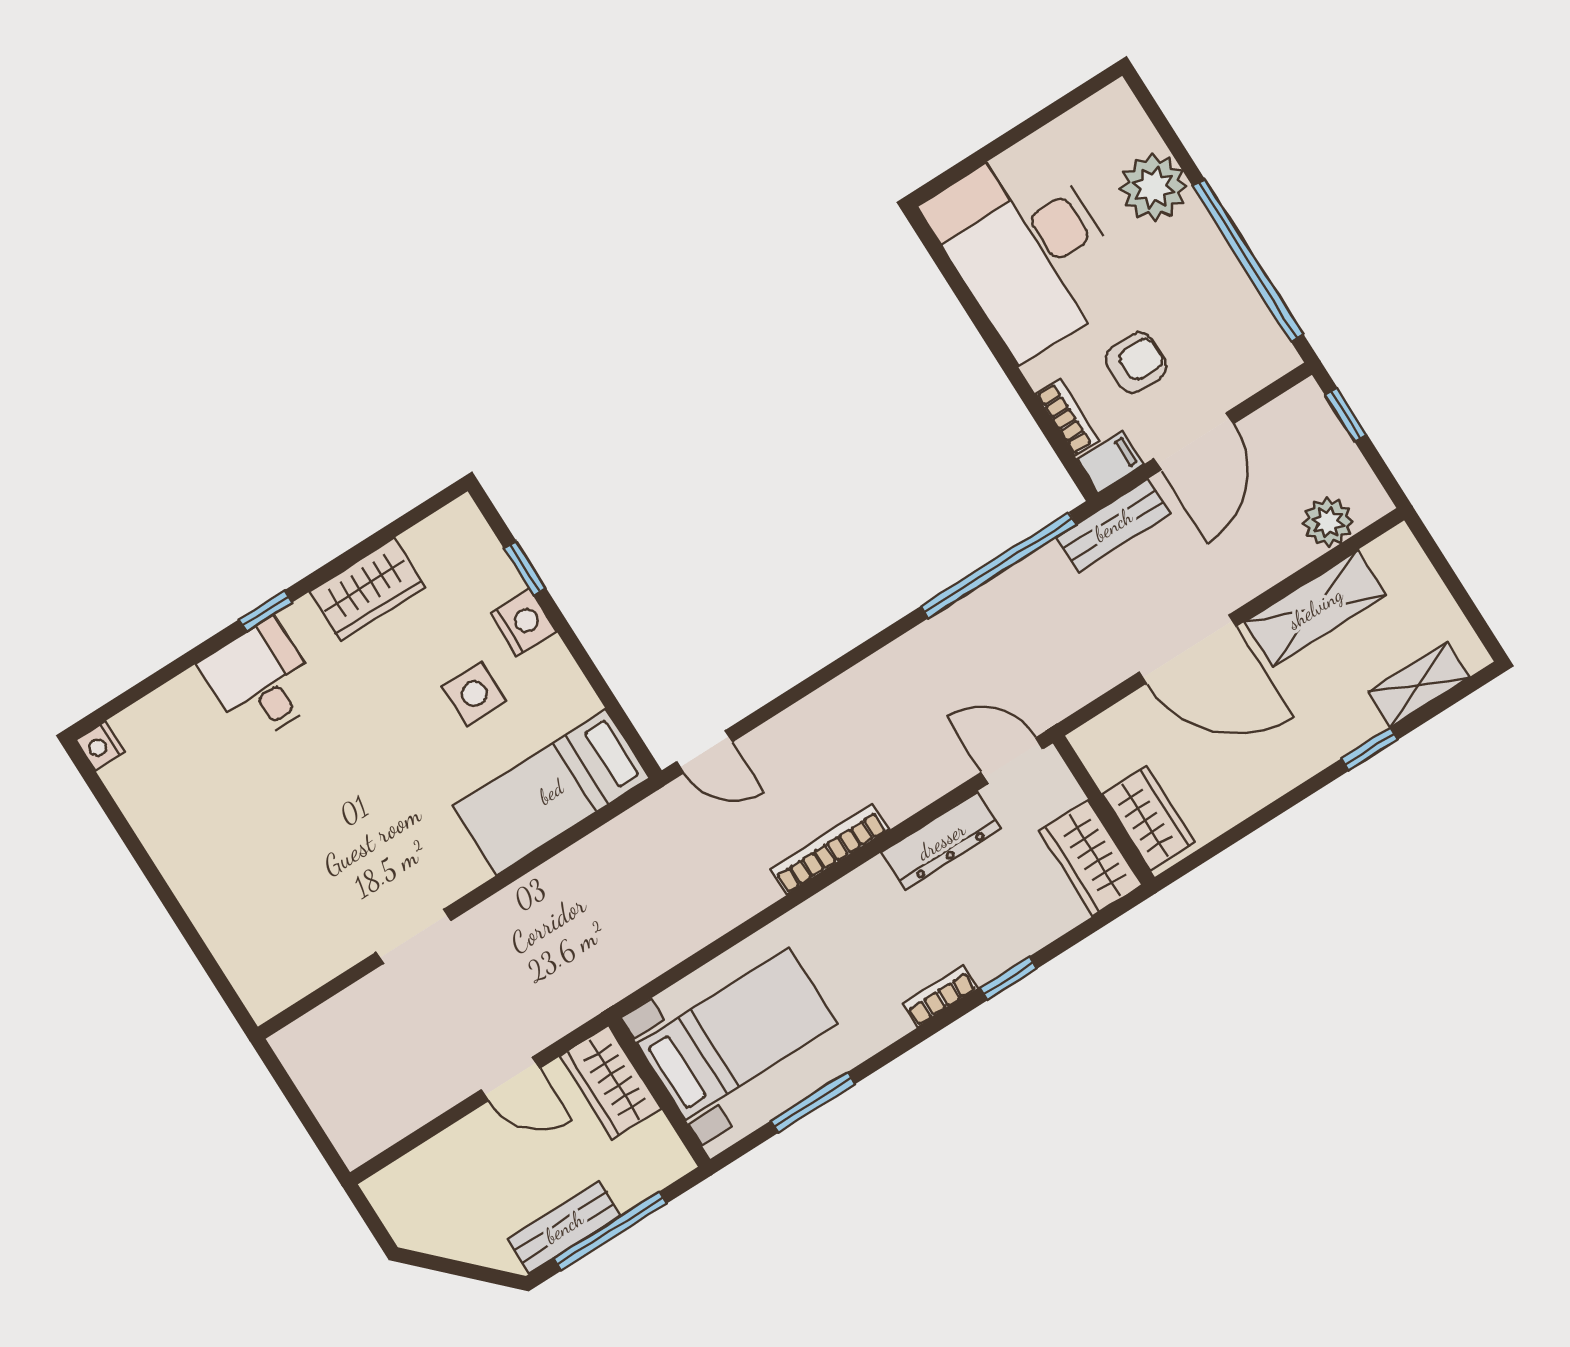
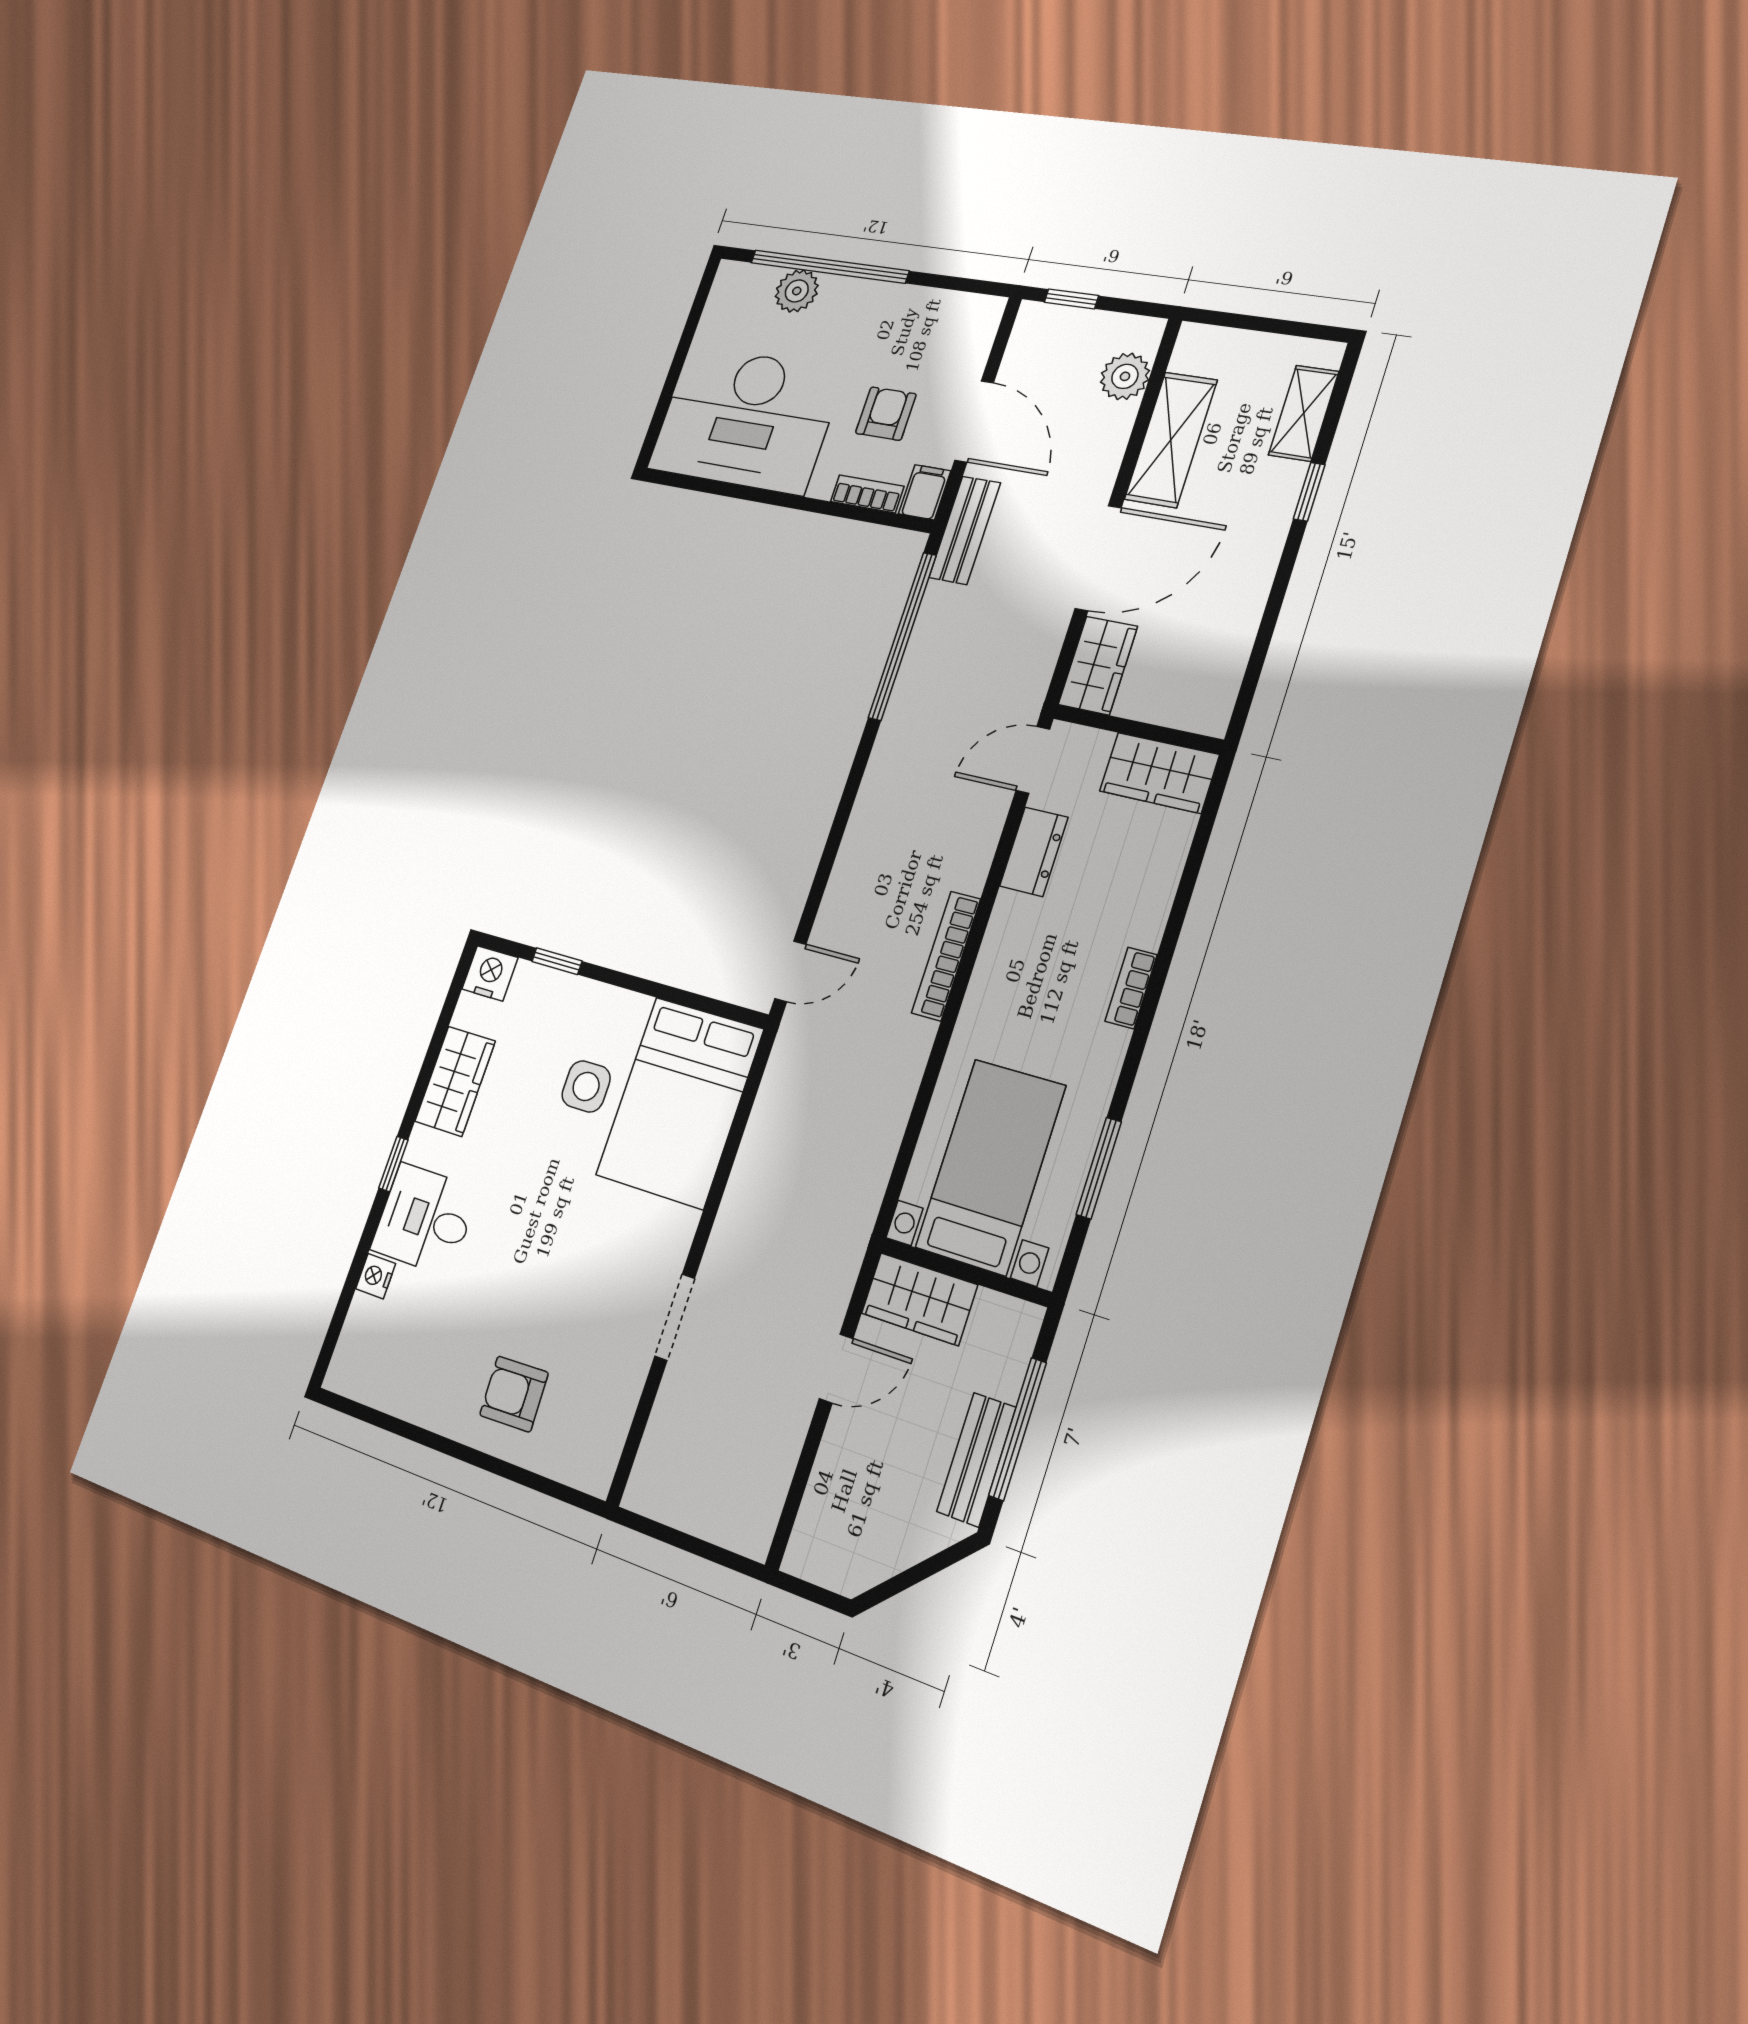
plant: (1154, 187) -> (797, 291), width x0.73, depth x0.73
window: (1248, 261) -> (829, 267), moved
nightstand: (523, 622) -> (490, 973), moved
nightstand: (100, 746) -> (376, 1276), moved, turned 90
bed: (551, 792) -> (680, 1102), width x1.50
wardrobe: (1149, 818) -> (1098, 665), moved, turned 90
dresser: (941, 841) -> (1034, 852), width x0.70
armchair: (240, 884) -> (514, 1394), added
window: (1008, 978) -> (1175, 924), removed

